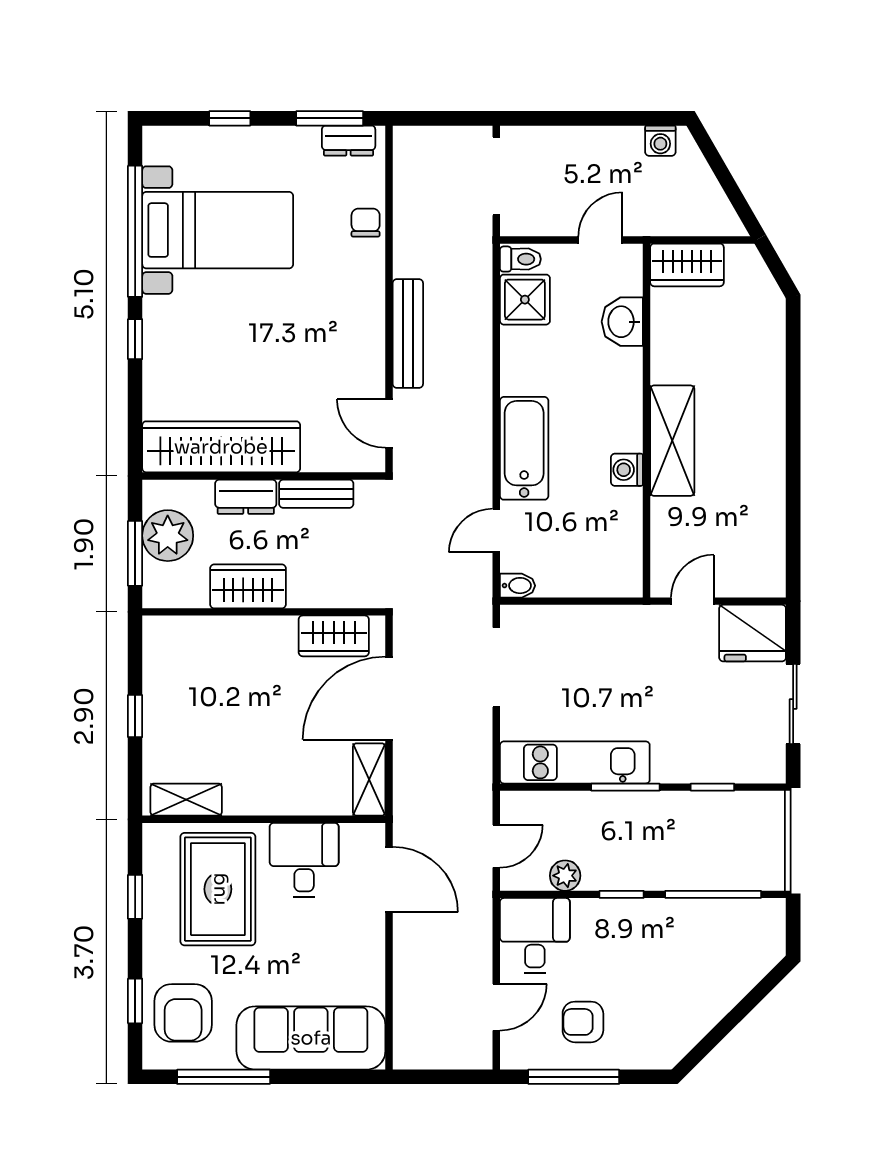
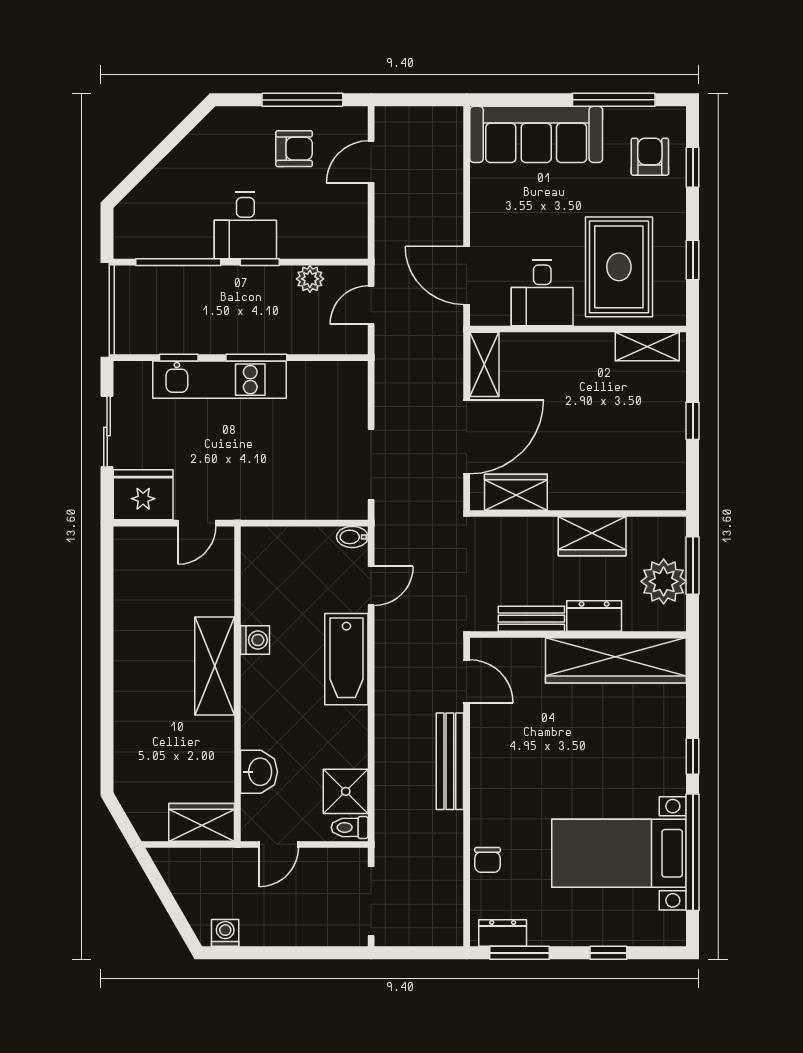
kitchen unit: (575, 762) -> (220, 380), moved
desk: (535, 936) -> (245, 225), moved
armchair: (183, 1013) -> (650, 157), width x0.72, depth x0.72

